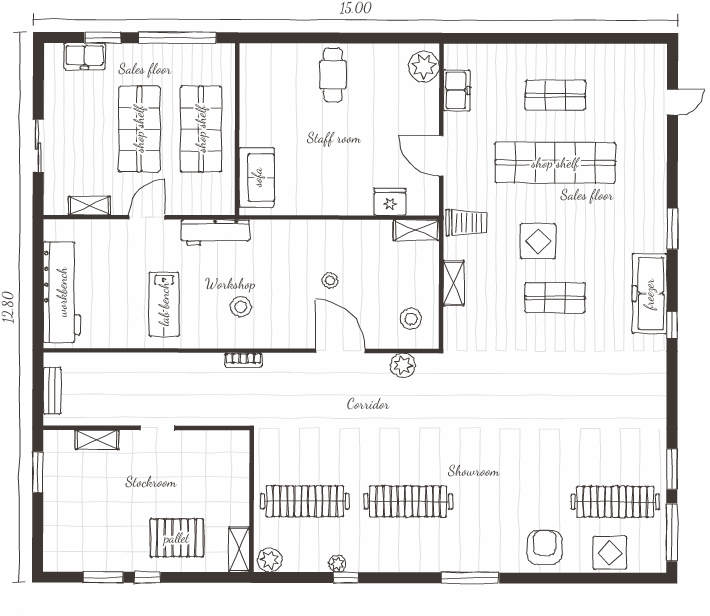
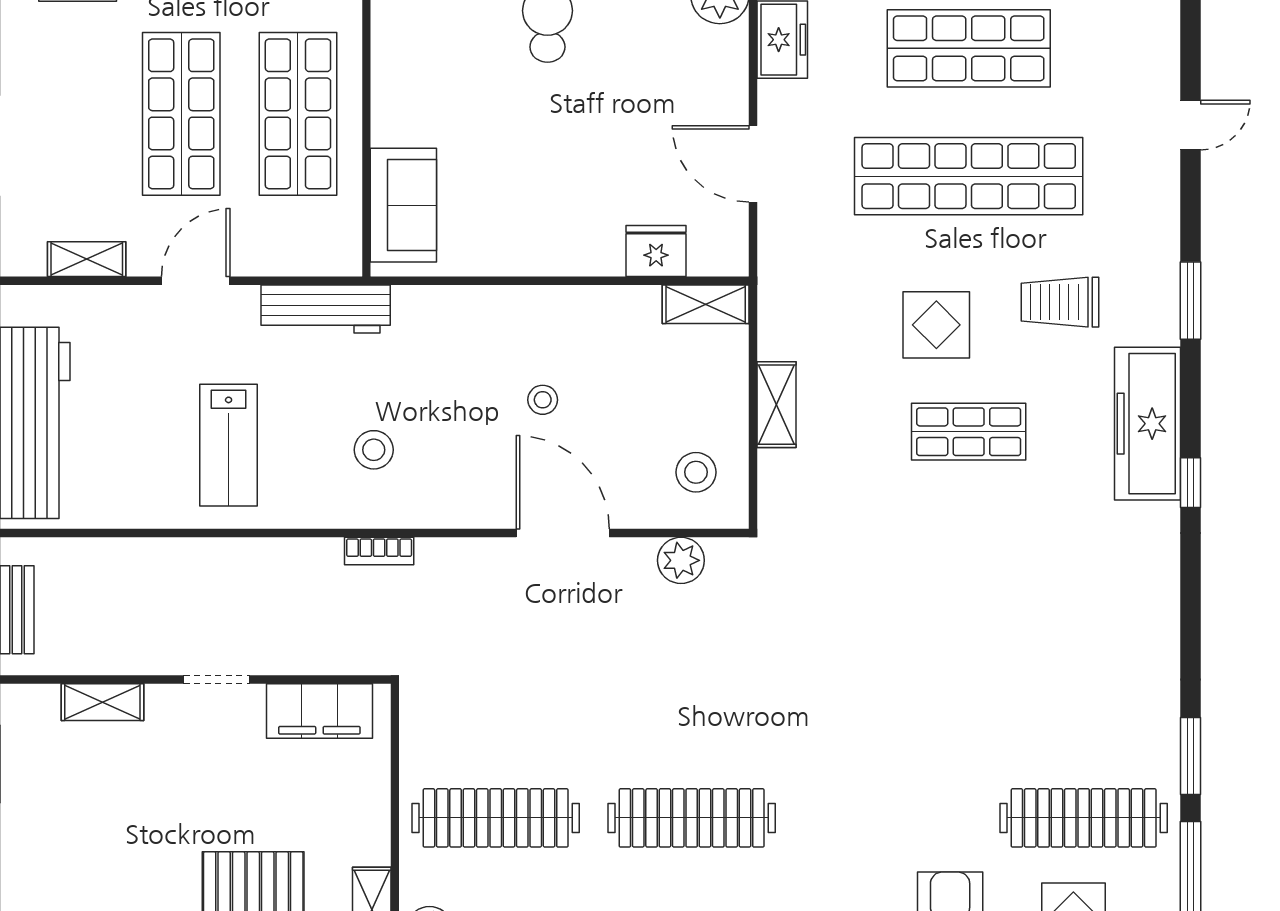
shop shelf: (555, 95) -> (969, 48), width x1.43, depth x1.36
door: (673, 102) -> (1190, 125), moved
trolley: (466, 223) -> (1060, 302), moved, turned 180
filing cabinet: (212, 445) -> (319, 711), added

